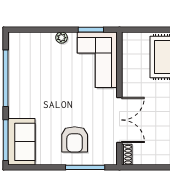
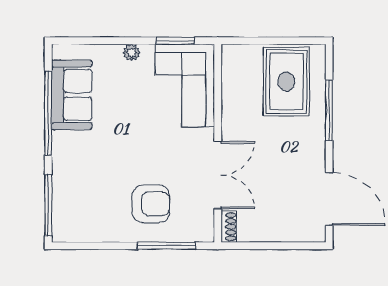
armchair: (75, 139) -> (151, 204), turned -90
sofa: (21, 142) -> (72, 95), moved

